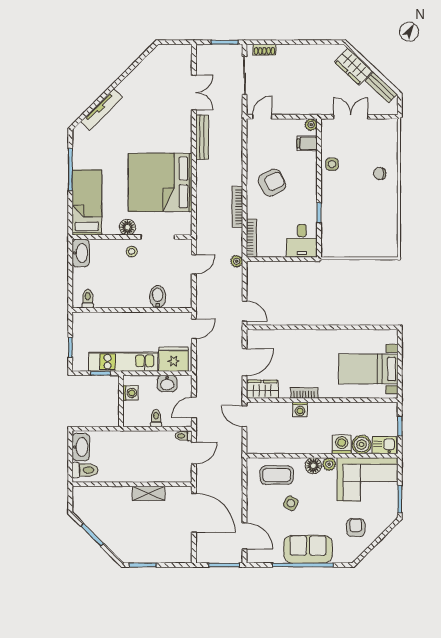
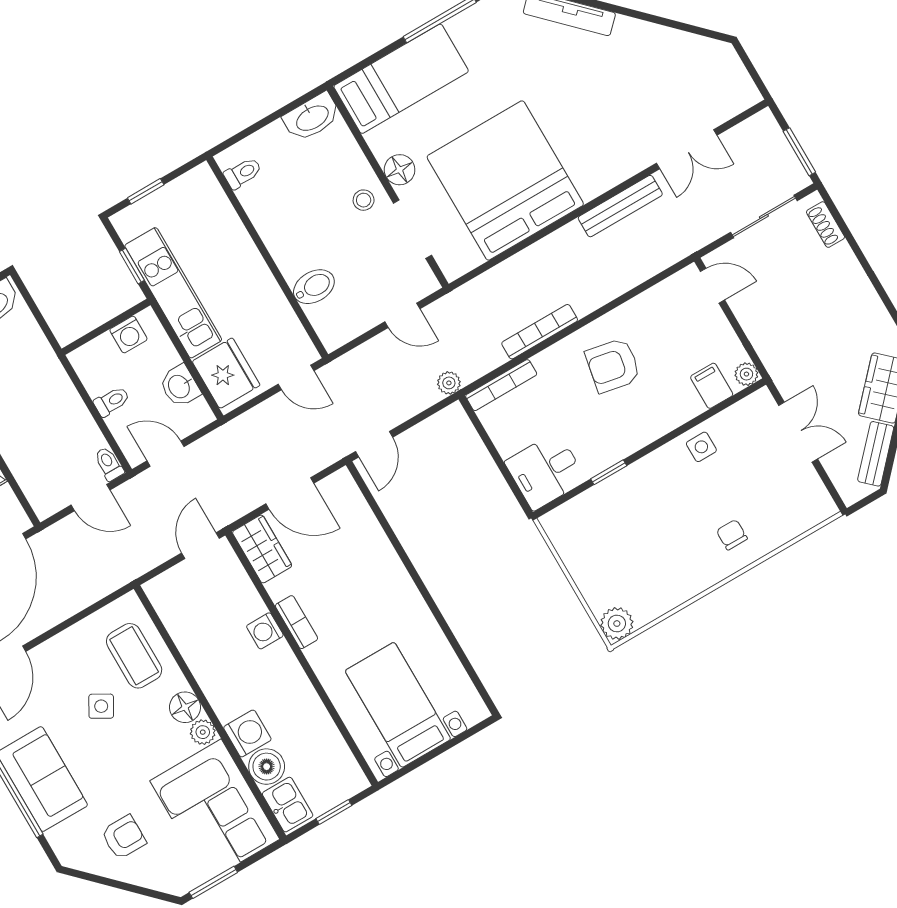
armchair: (272, 183) -> (613, 365), turned 128
plant: (389, 249) -> (617, 624), added

